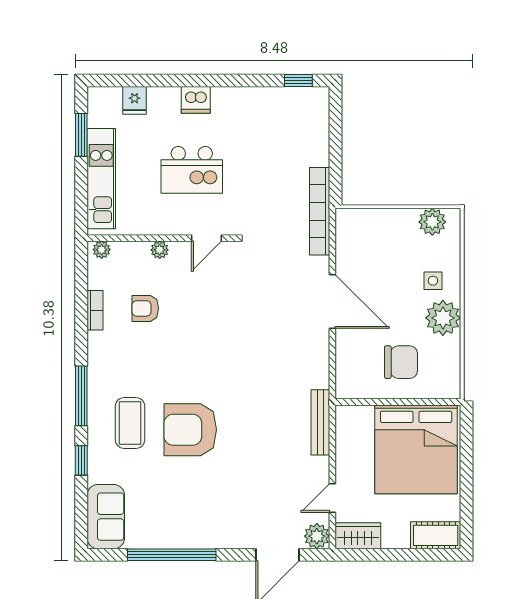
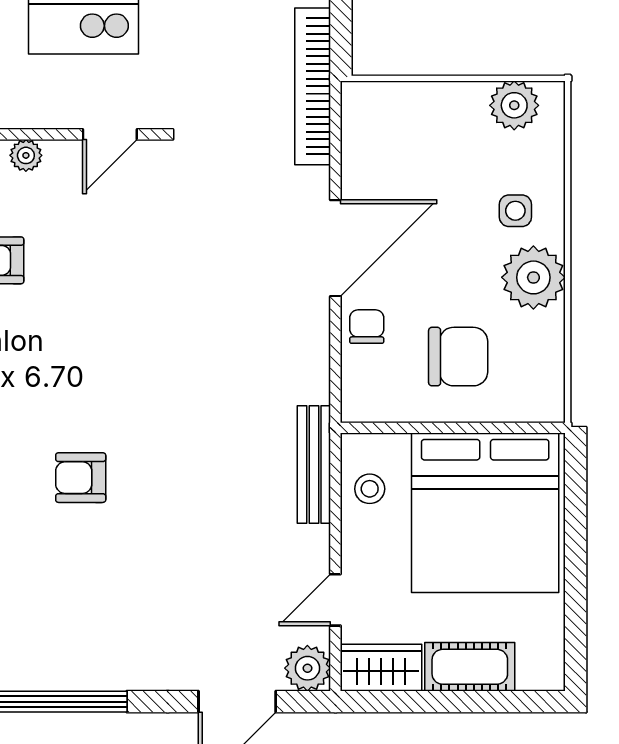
door: (332, 302) -> (335, 248), hinge flipped
chair: (350, 345) -> (367, 327), added
armchair: (190, 430) -> (81, 478), width x0.53, depth x0.53
stool: (352, 436) -> (370, 489), added
cot: (436, 535) -> (470, 667), moved

